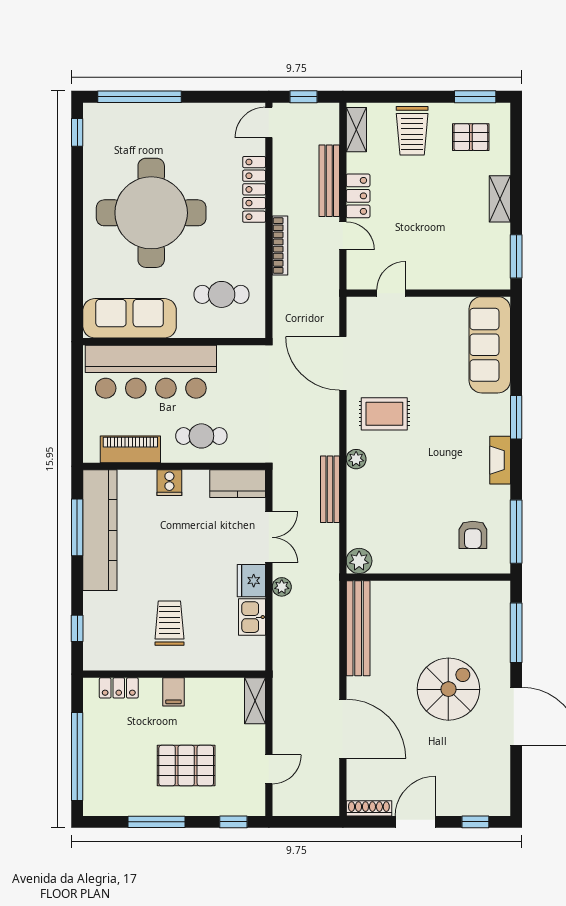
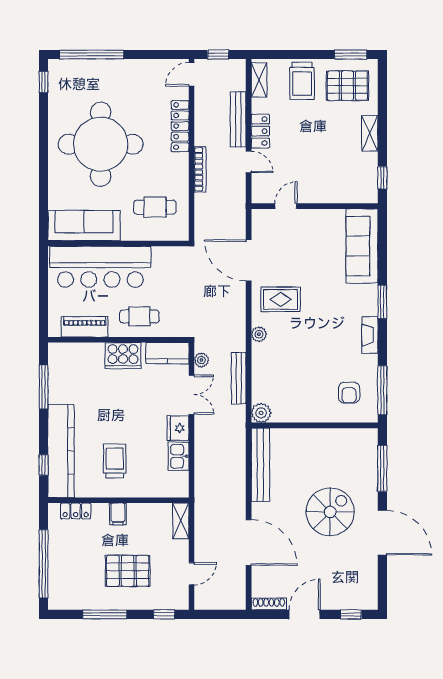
pallet: (471, 137) -> (347, 86), width x1.50, depth x1.42
window: (516, 256) -> (382, 178), width x0.67
cooker: (169, 483) -> (123, 356), width x1.87, depth x1.31
bench: (330, 489) -> (239, 378), moved
kitchen counter: (100, 530) -> (61, 451), moved
plant: (282, 587) -> (201, 360), moved

